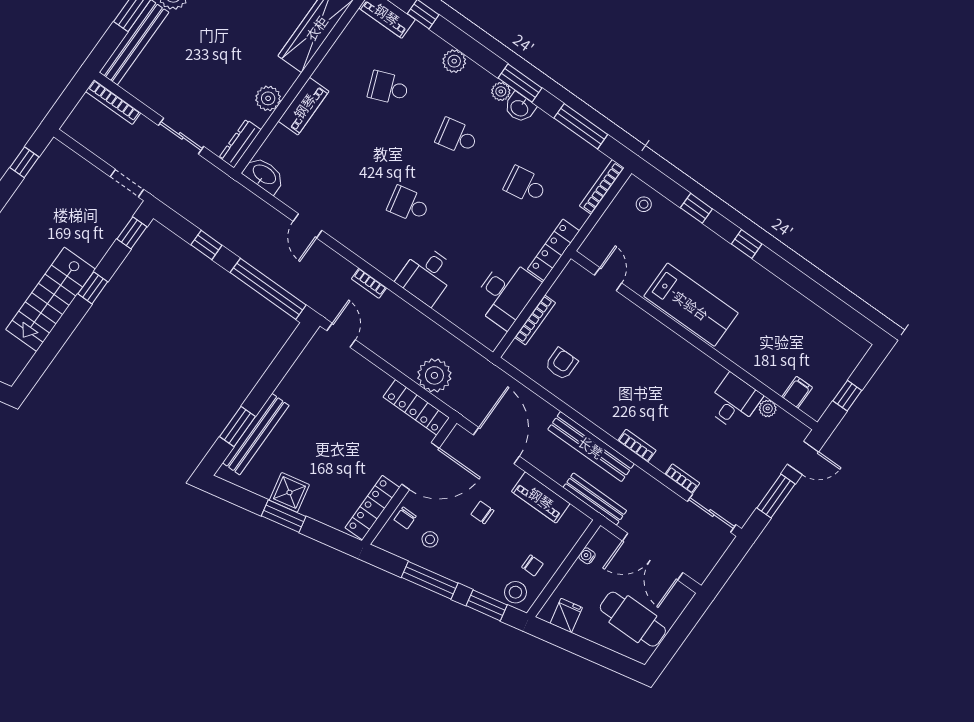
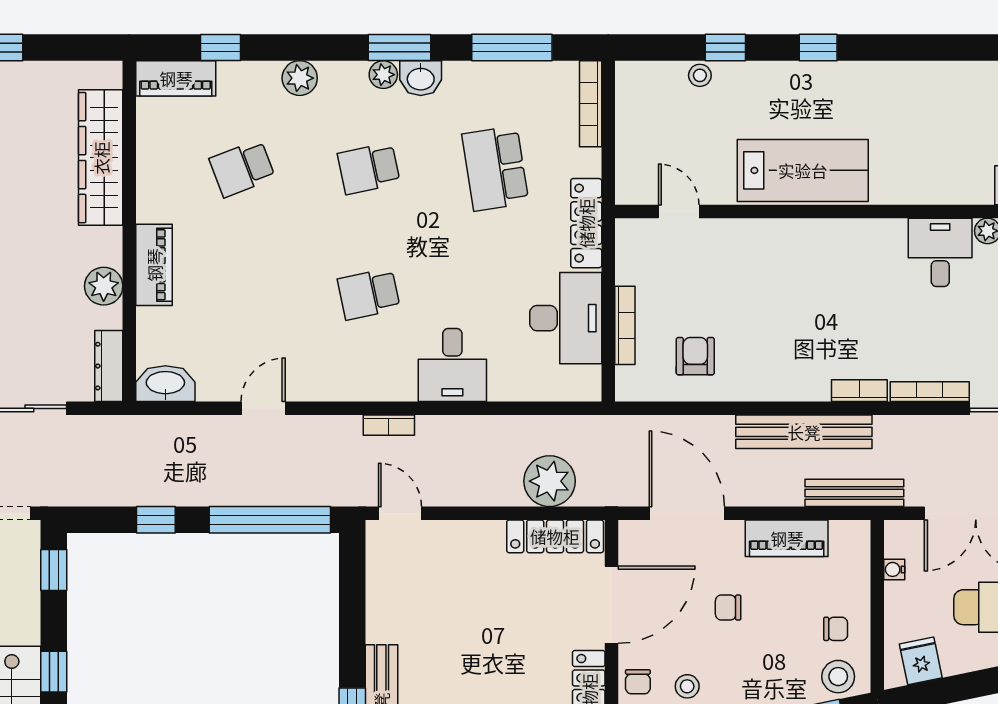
school desk: (525, 185) -> (495, 168), width x1.85
stool: (644, 204) -> (700, 75), moved
door: (307, 226) -> (263, 408), swing flipped
bookcase: (682, 479) -> (930, 392), width x1.56

